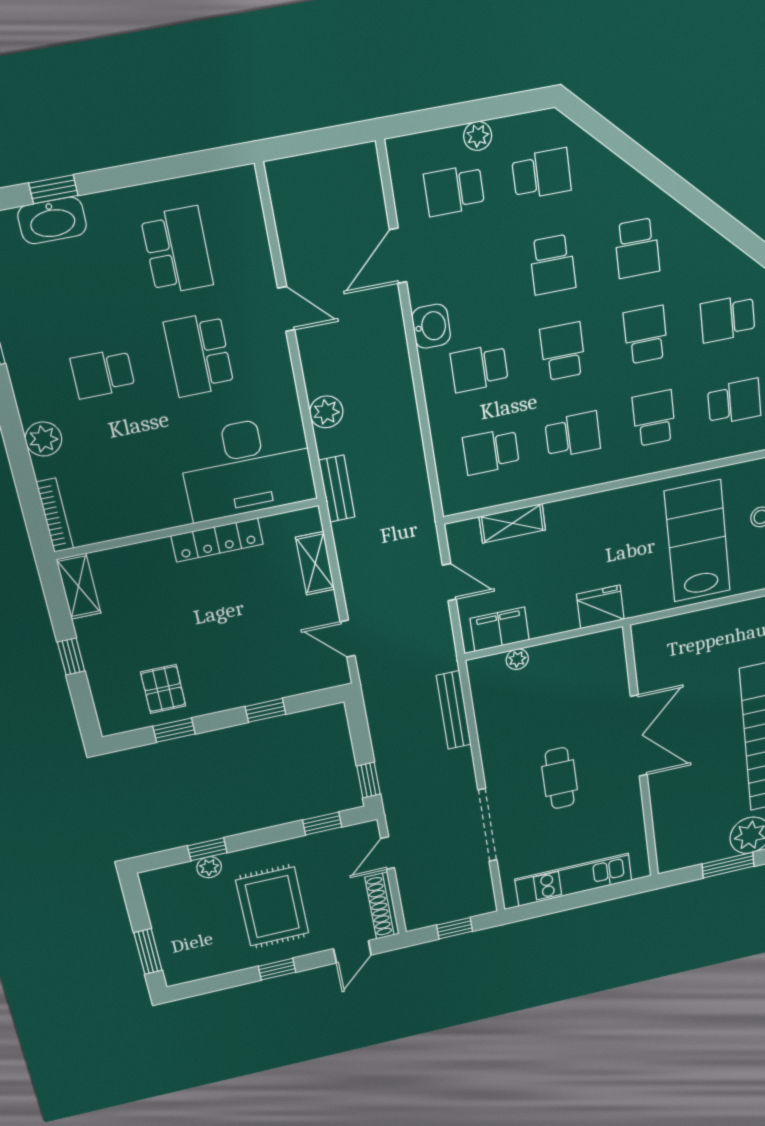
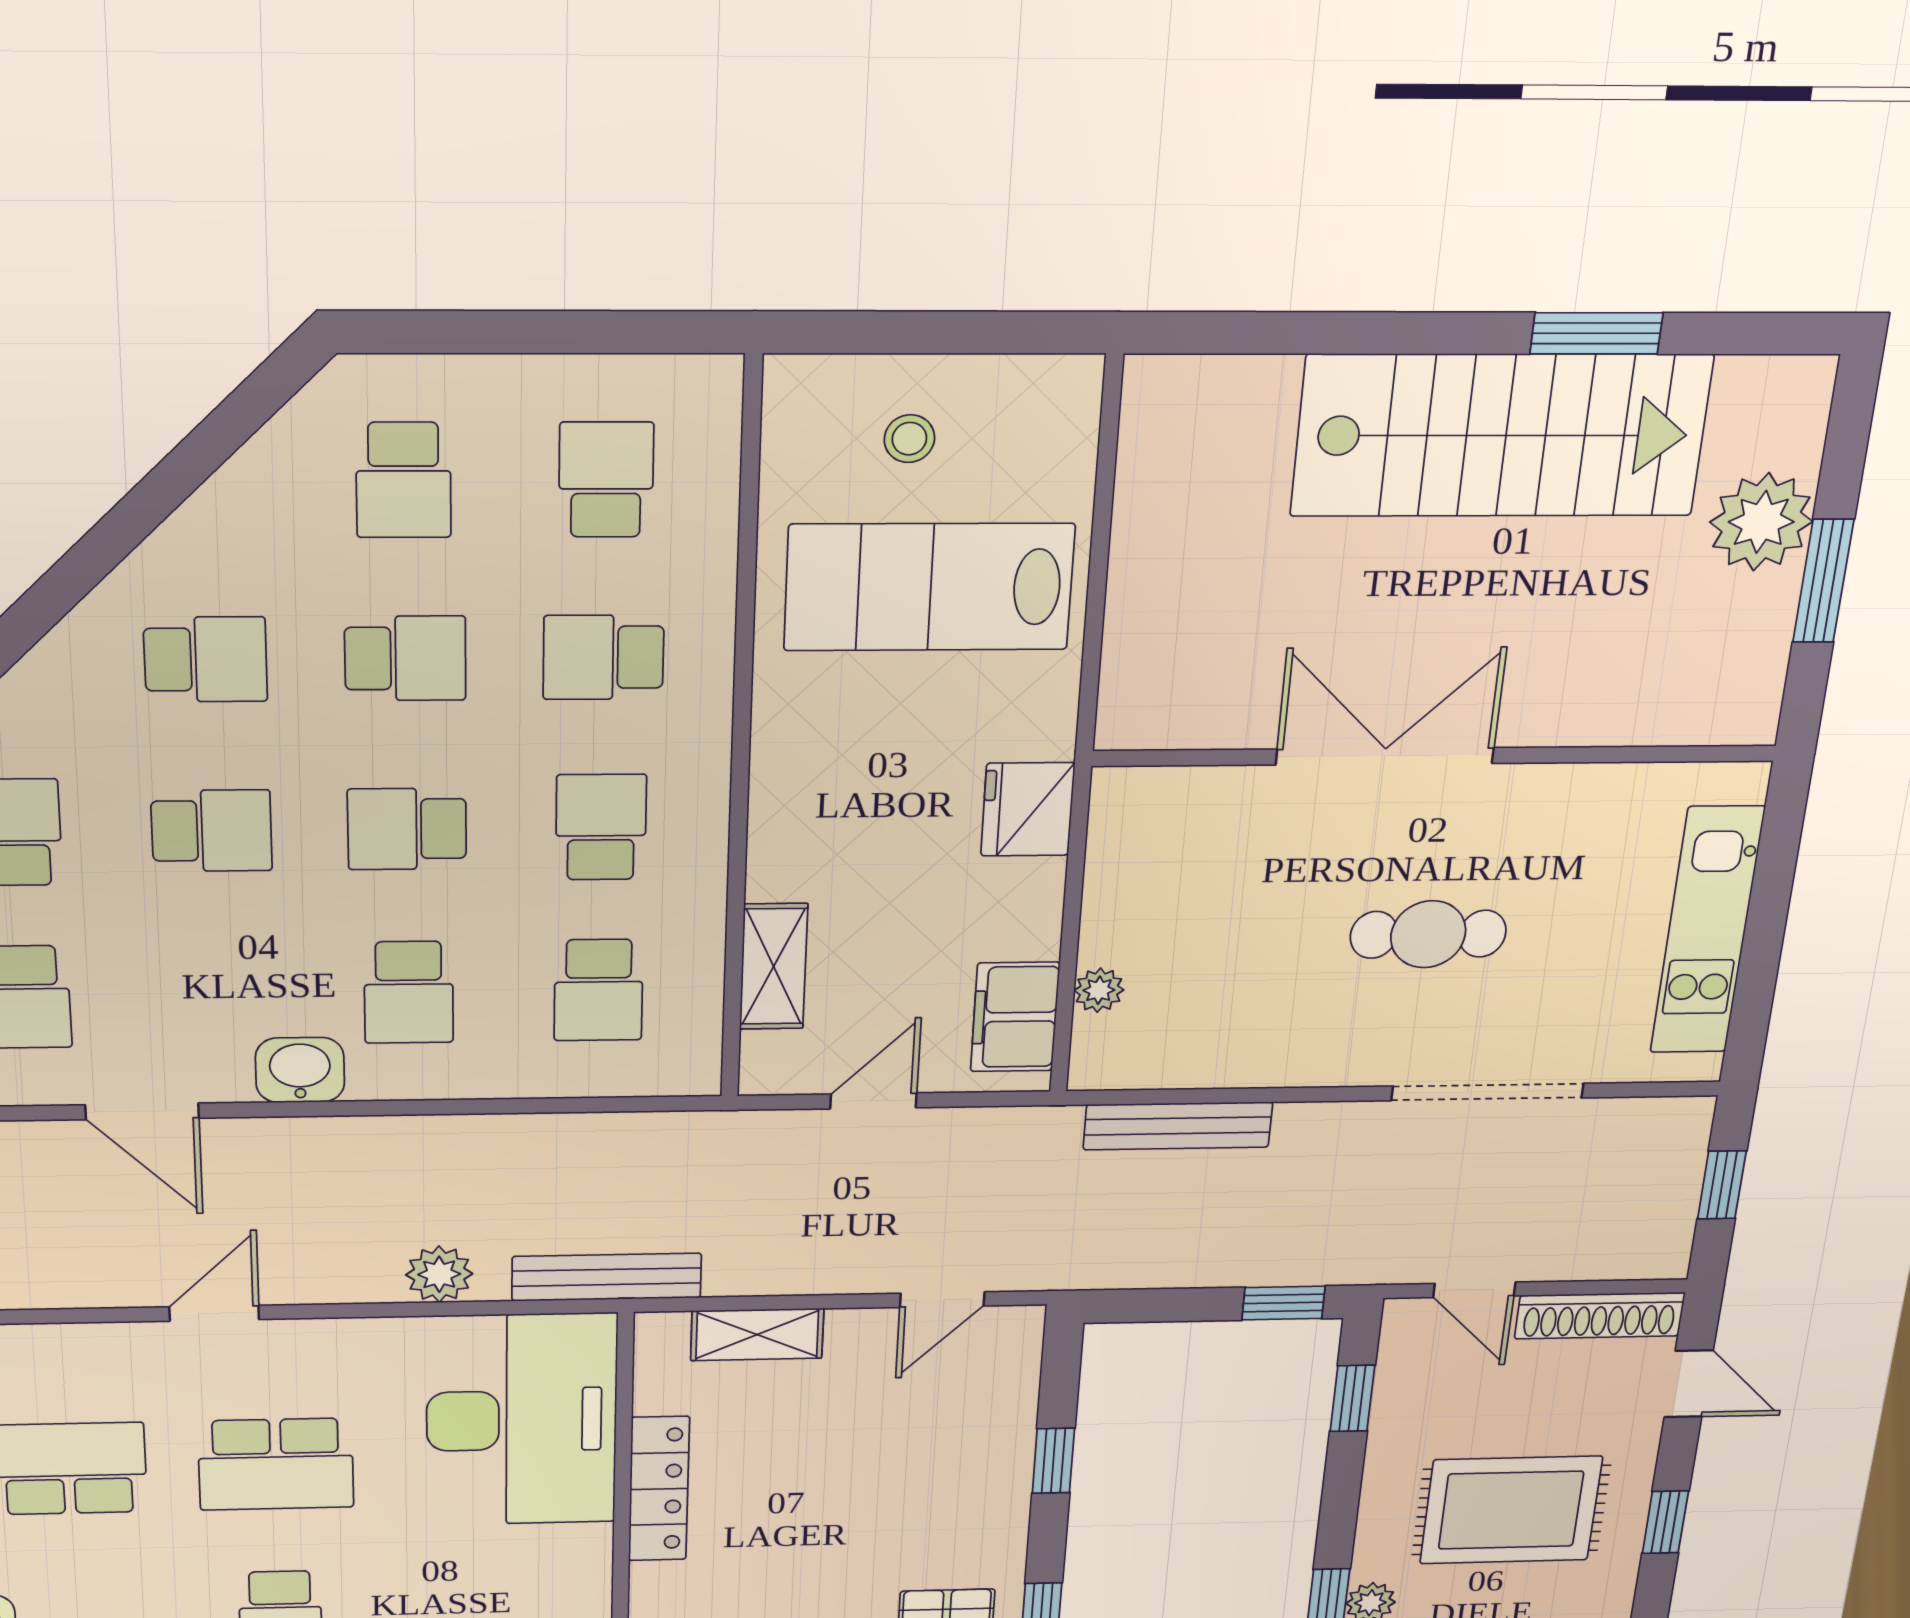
school desk: (646, 335) -> (405, 658), turned 180
bench: (337, 489) -> (607, 1277), width x1.36

